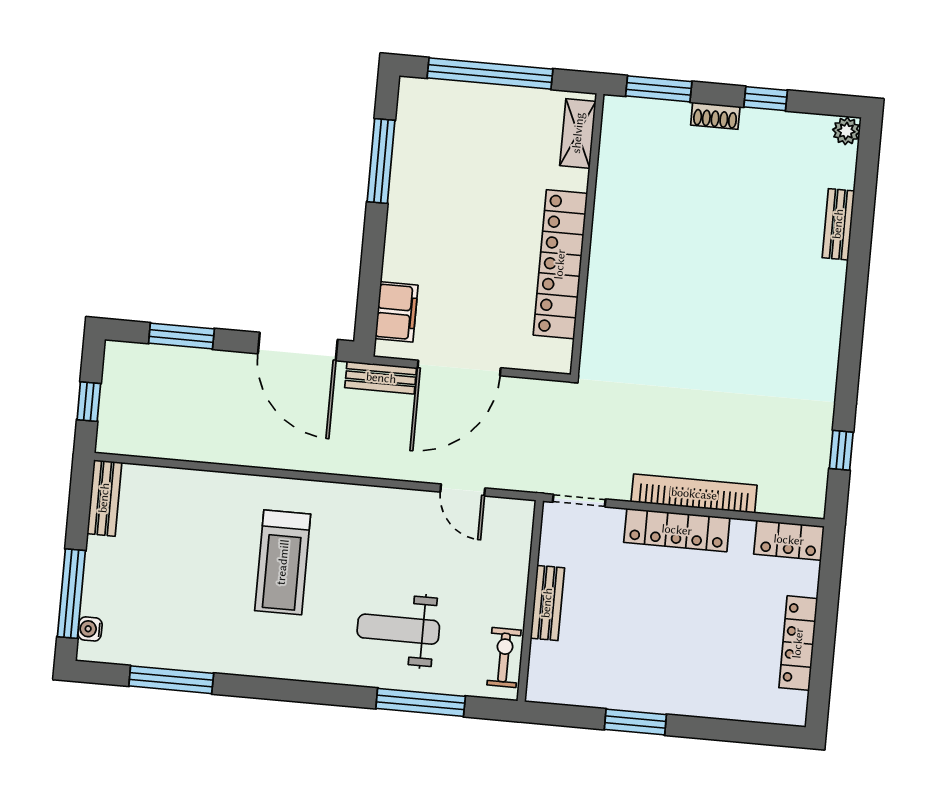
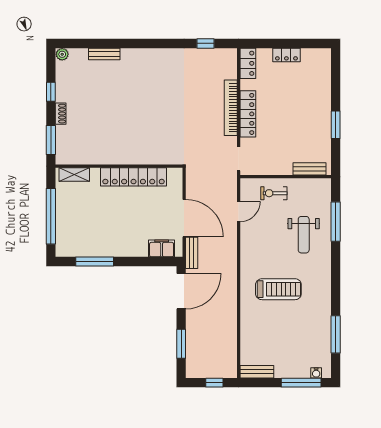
bench: (547, 603) -> (309, 169), moved
locker: (798, 643) -> (286, 55), width x0.66
exercise bike: (504, 657) -> (274, 193), moved

